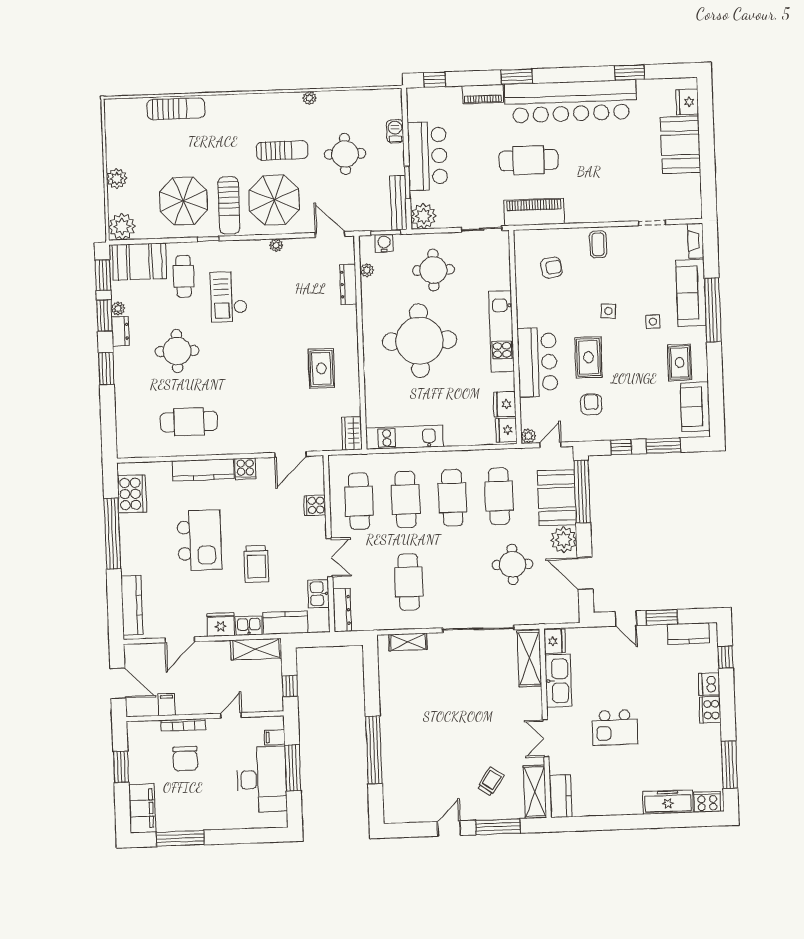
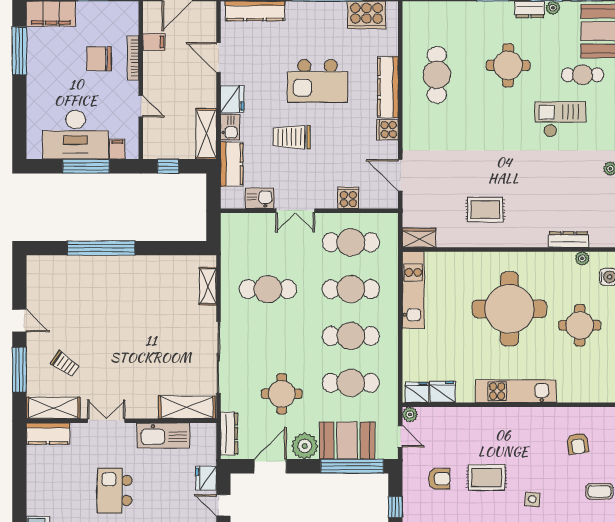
bar counter: (537, 362) -> (484, 426), removed
dresser: (342, 610) -> (229, 434), moved, turned -90
door: (626, 618) -> (223, 505), hinge flipped
fridge: (555, 641) -> (206, 478), moved, turned 90

